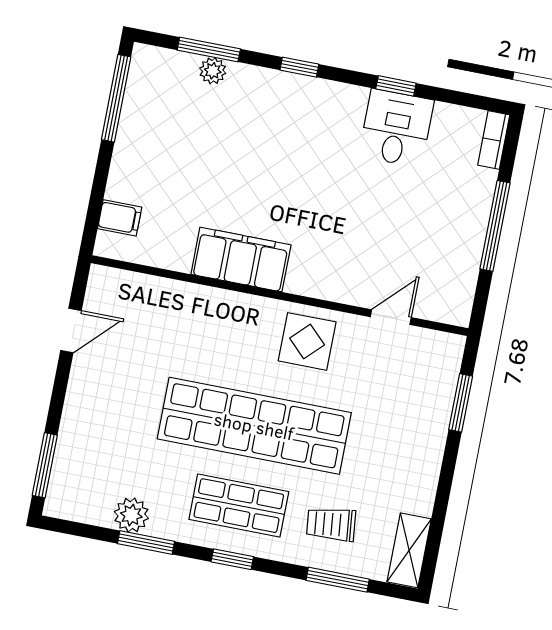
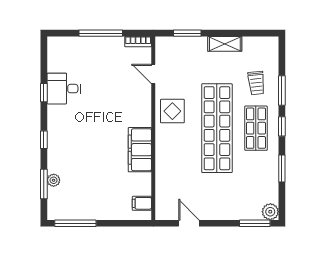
bookcase: (494, 140) -> (138, 42), moved
filing cabinet: (120, 218) -> (142, 203), moved, turned -90
plant: (131, 515) -> (270, 212), moved
shelving: (409, 550) -> (225, 44), moved
window: (338, 580) -> (282, 90), moved

